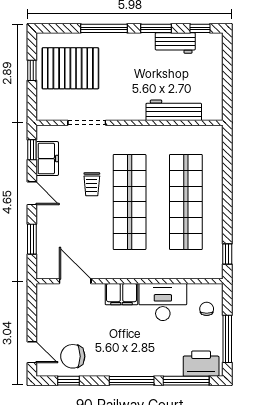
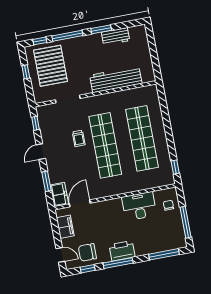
window: (200, 28) -> (40, 41), moved
pallet: (70, 68) -> (50, 66), turned 90
workbench: (174, 110) -> (116, 79), width x1.36, depth x1.32
freezer: (47, 159) -> (59, 194), moved
door: (32, 193) -> (41, 152), swing flipped
door: (75, 281) -> (80, 203), hinge flipped
filing cabinet: (122, 294) -> (65, 227), moved, turned -90
printer: (201, 364) -> (122, 251), moved
window: (132, 381) -> (118, 263), moved

